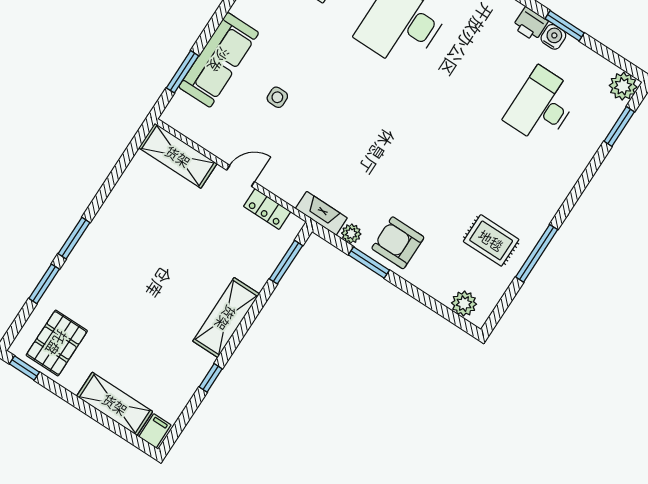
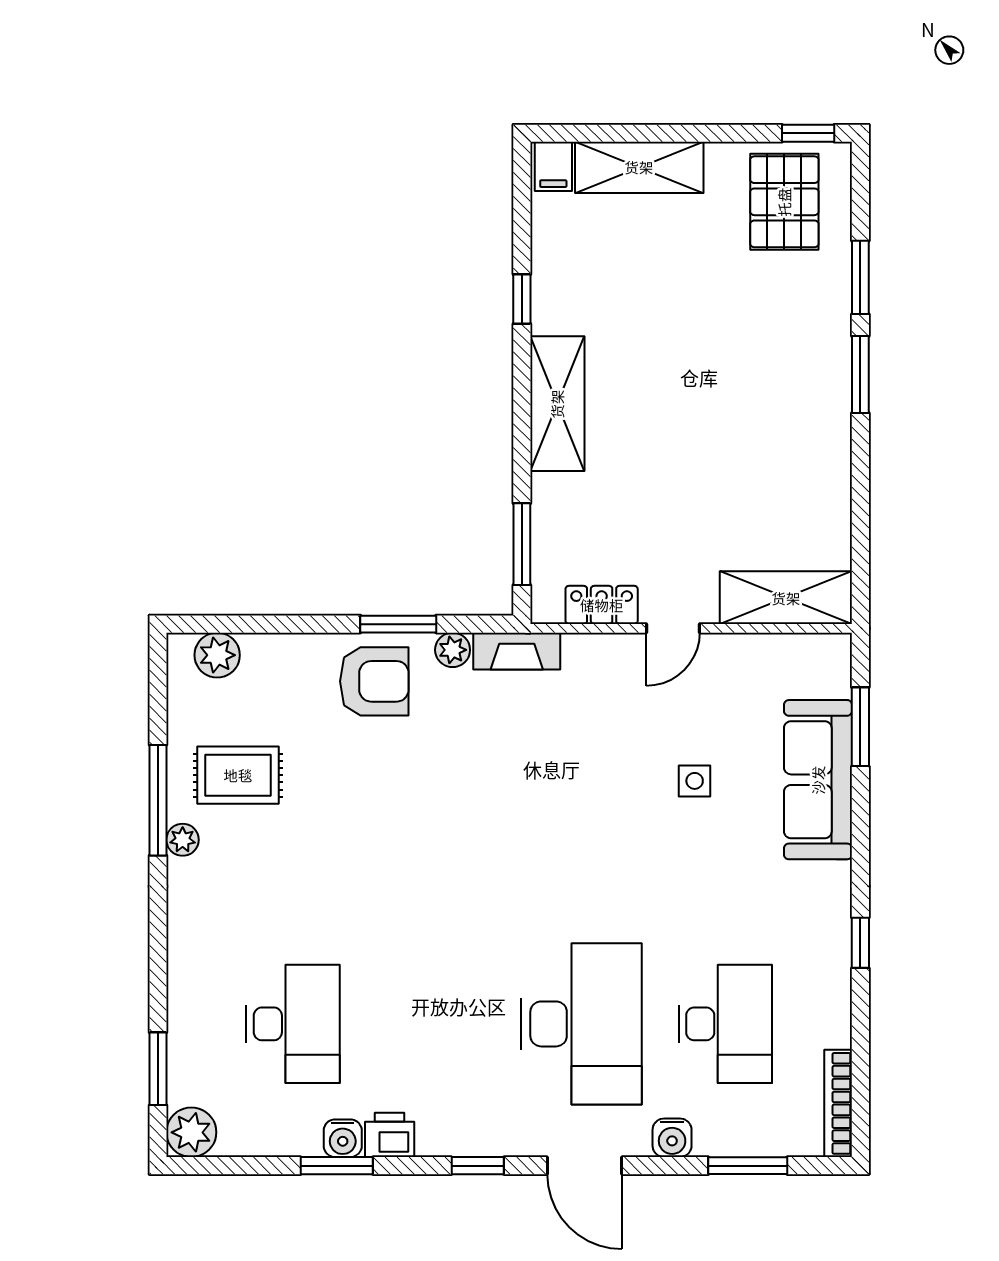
plant: (537, 227) -> (183, 840), added

